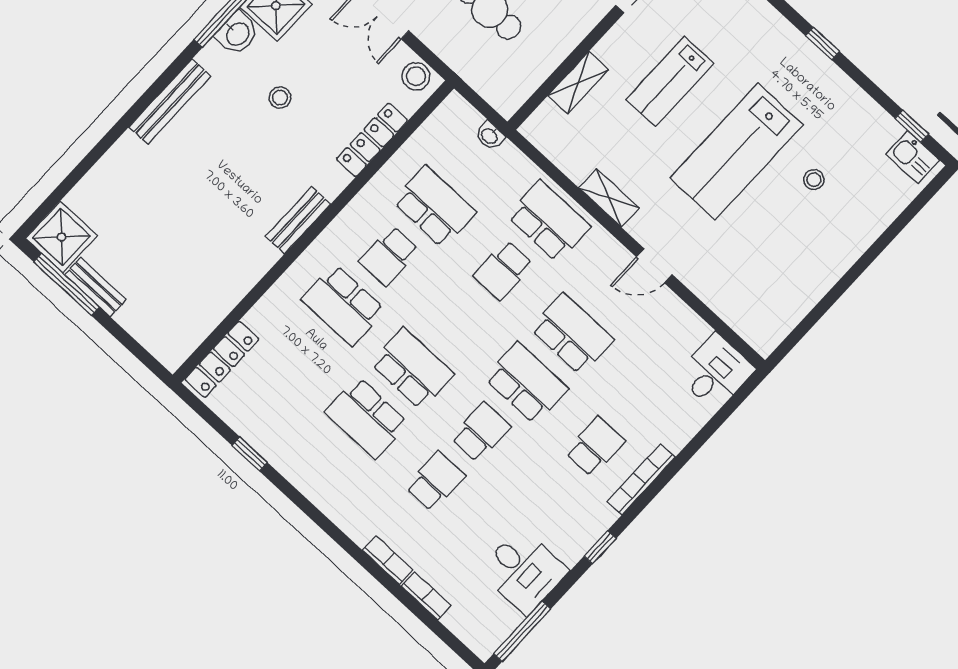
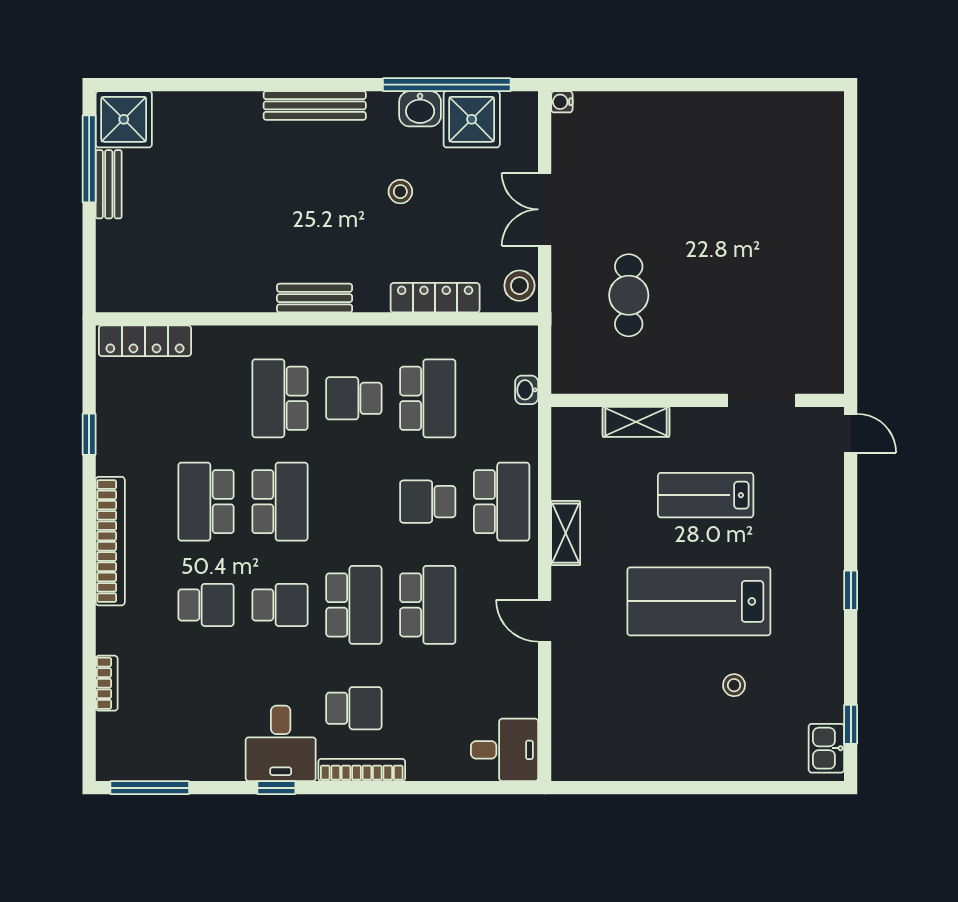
bookcase: (388, 560) -> (110, 541), moved, width x2.31, depth x1.31
desk: (523, 571) -> (281, 743), moved

